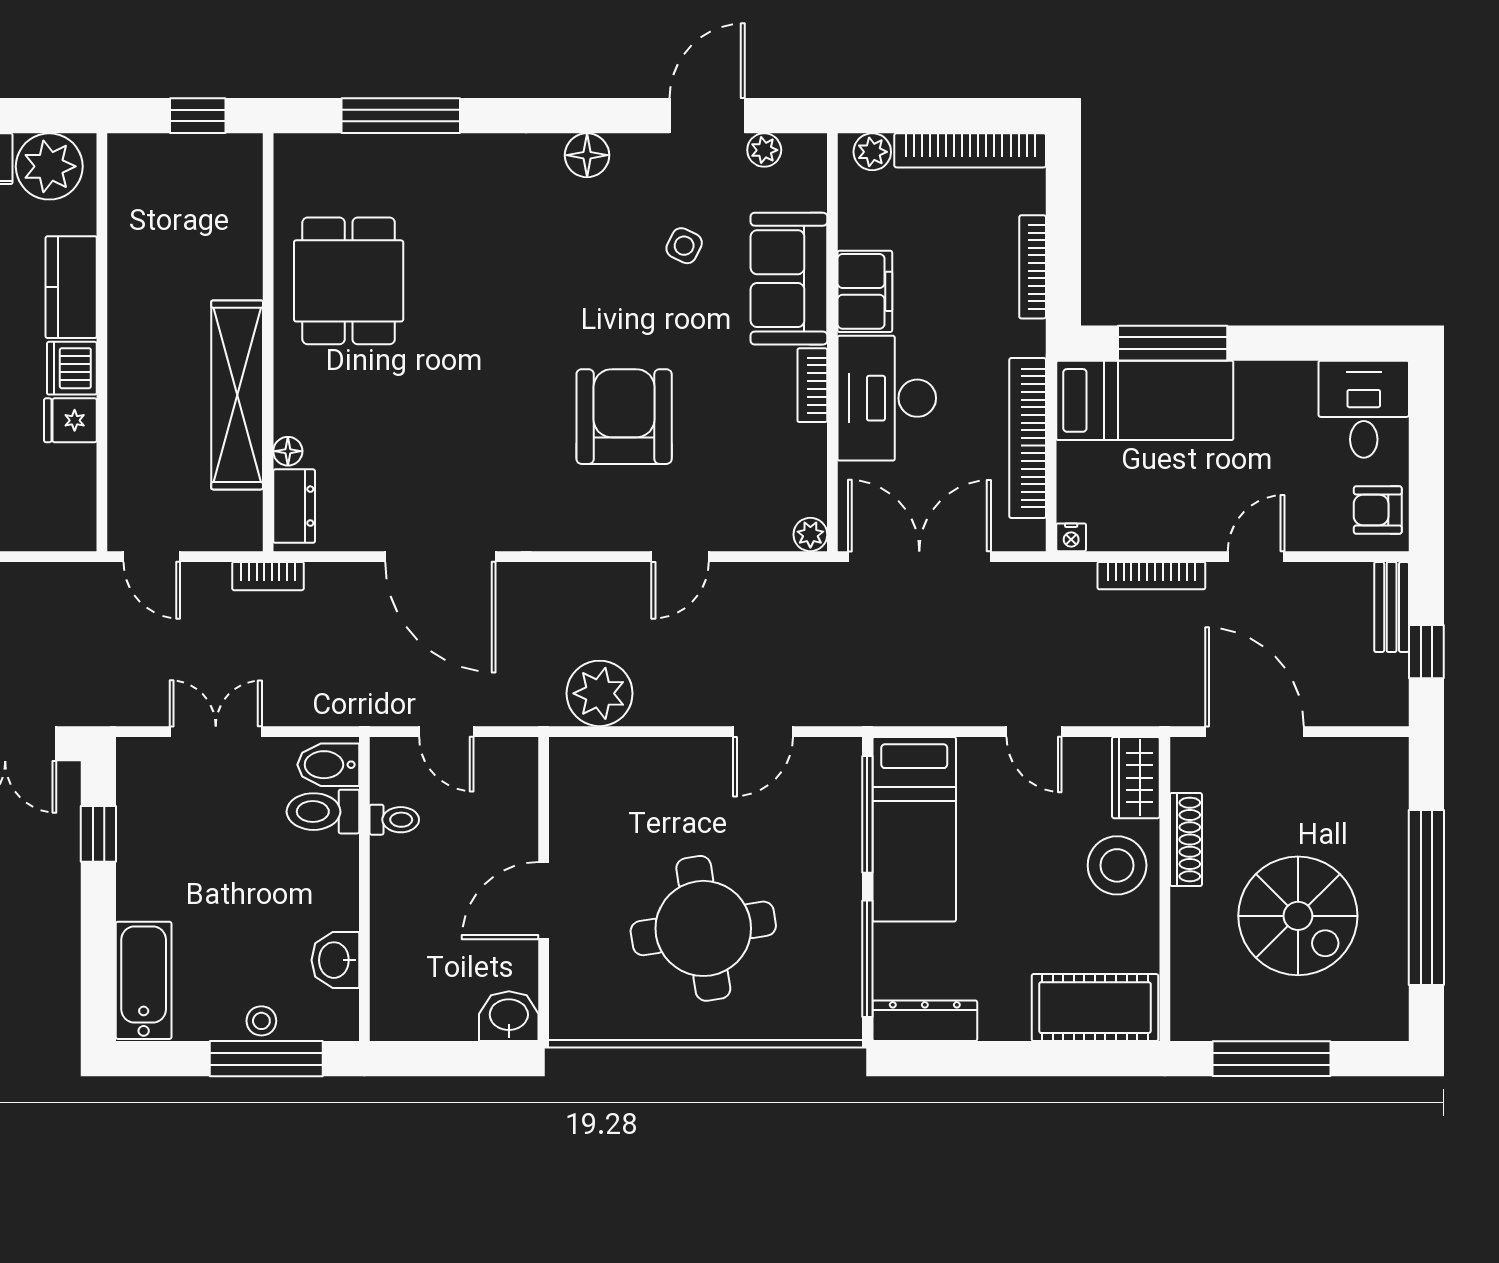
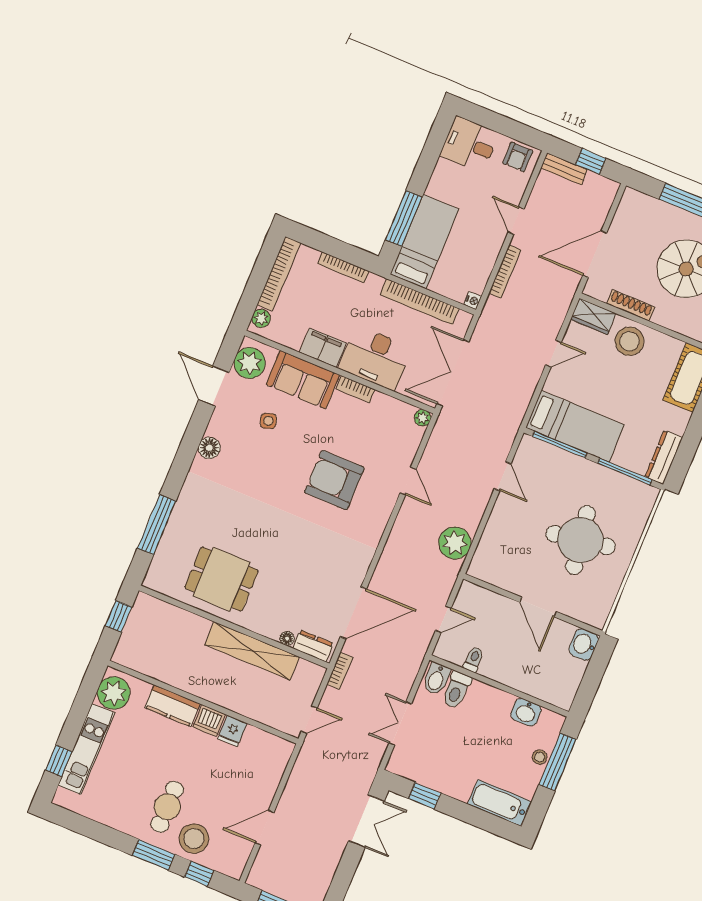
plant: (764, 150) -> (250, 363), width x1.88, depth x1.88
side table: (684, 246) -> (268, 421), turned 45
door: (440, 557) -> (353, 613), moved

